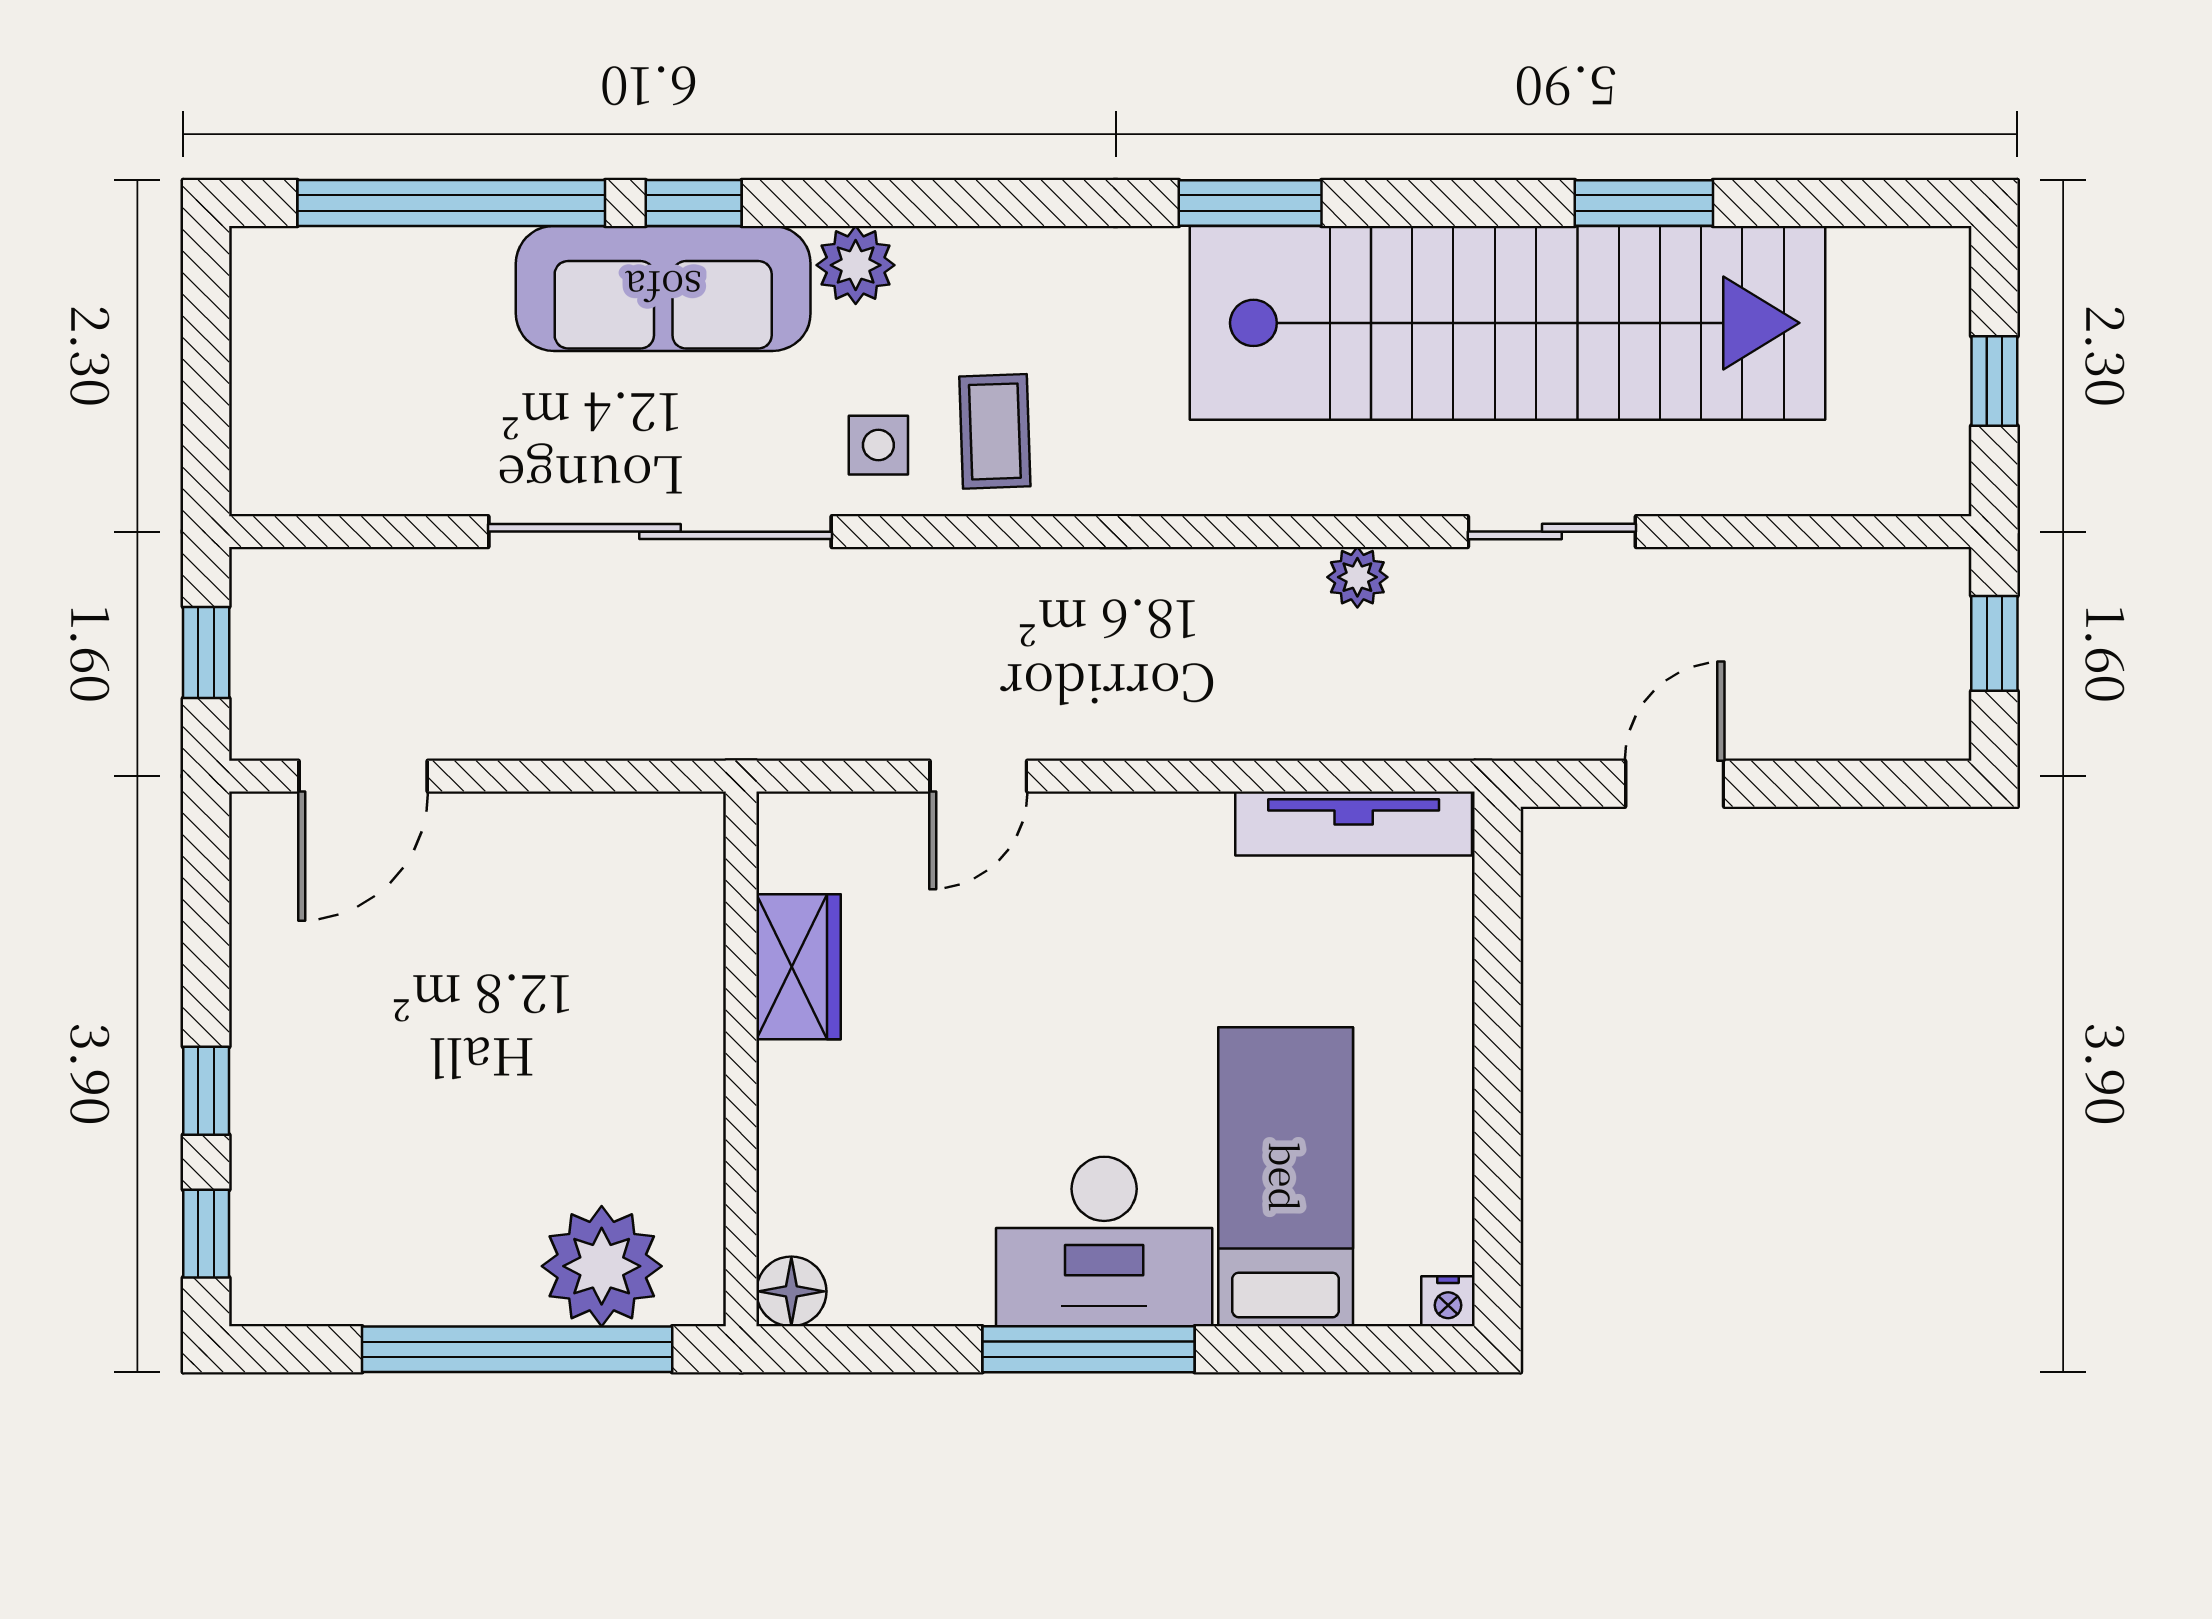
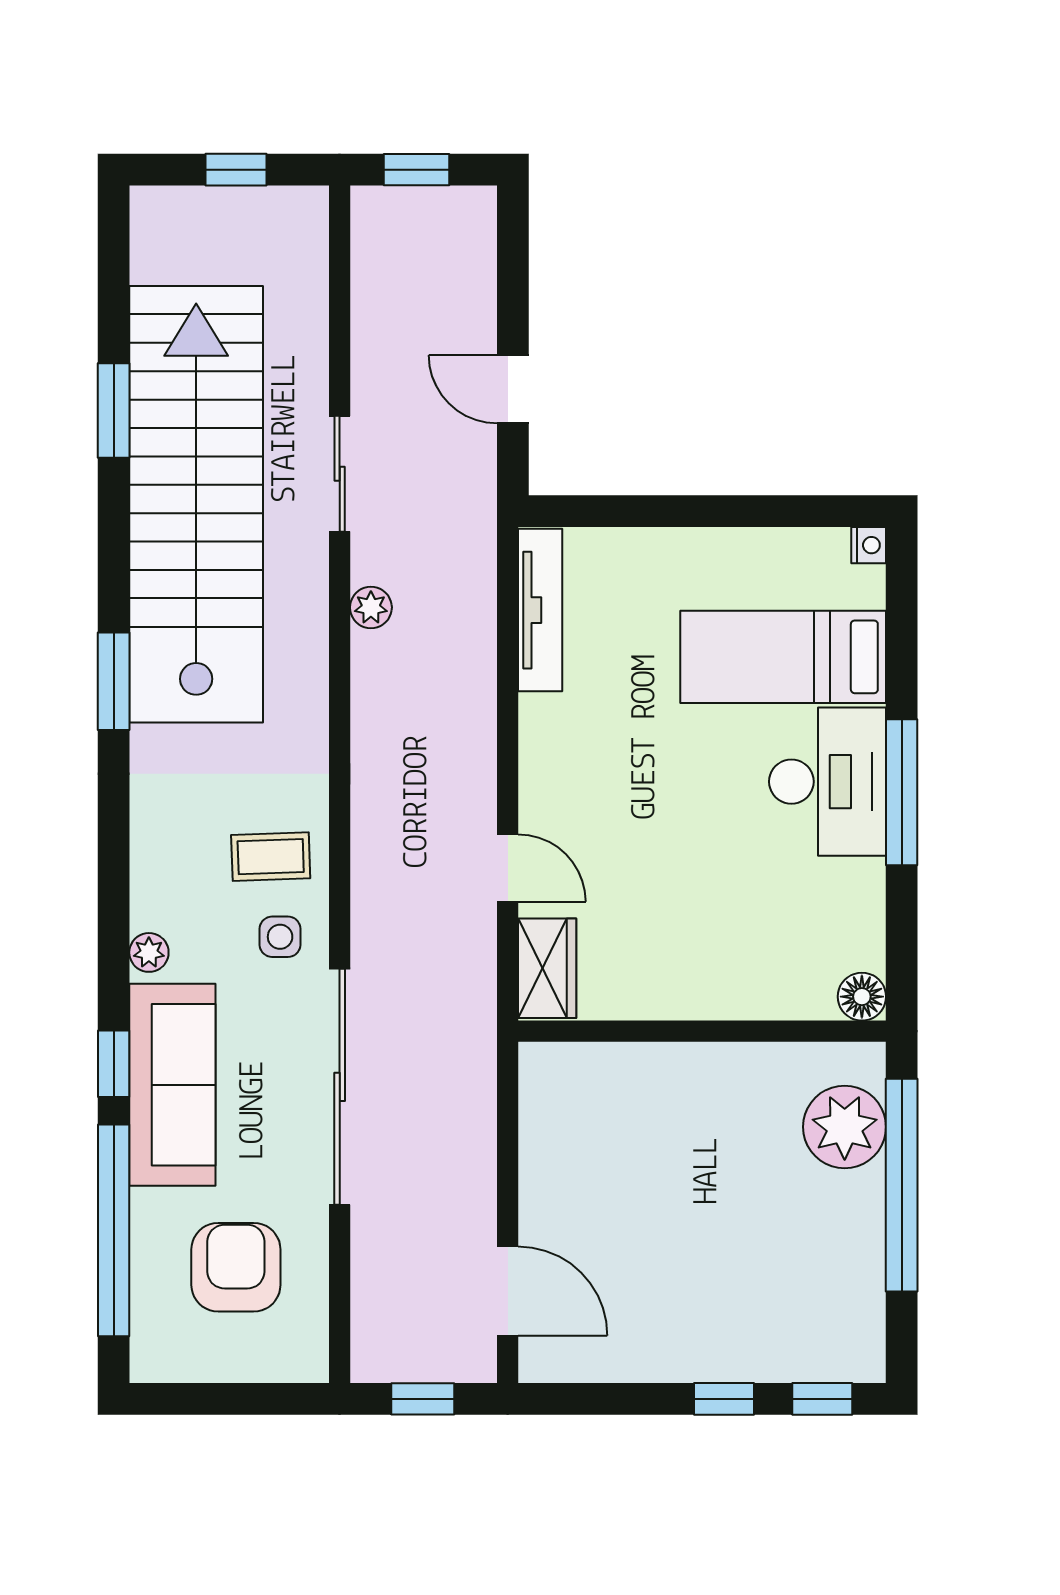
plant: (856, 265) -> (149, 952), width x0.73, depth x0.73
armchair: (398, 381) -> (236, 1267), added
wardrobe: (798, 967) -> (547, 968), moved, turned 90

